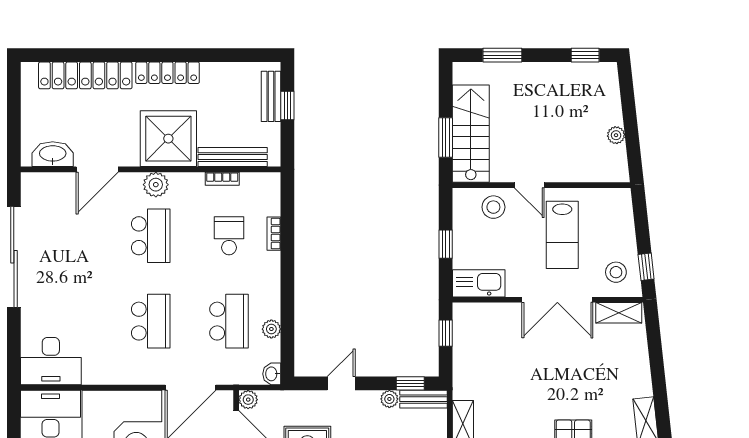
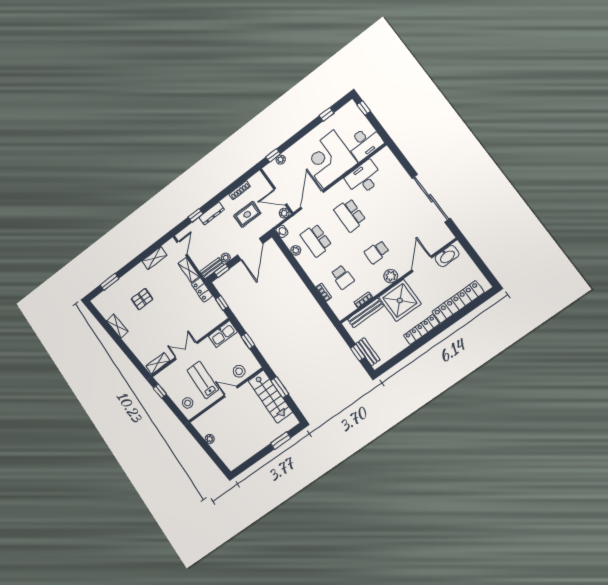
window: (585, 55) -> (246, 465), removed
school desk: (151, 236) -> (377, 252), width x0.54
stool: (616, 272) -> (188, 403), moved
double door: (557, 300) -> (186, 351), width x0.73
desk: (51, 361) -> (364, 178), moved
locker: (464, 377) -> (202, 290), added
door: (341, 383) -> (250, 249), width x1.88

